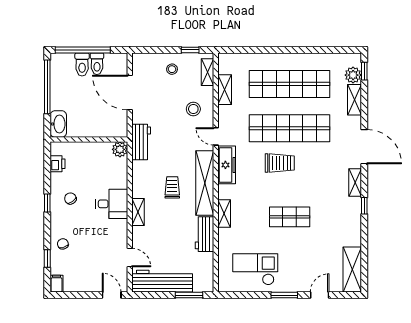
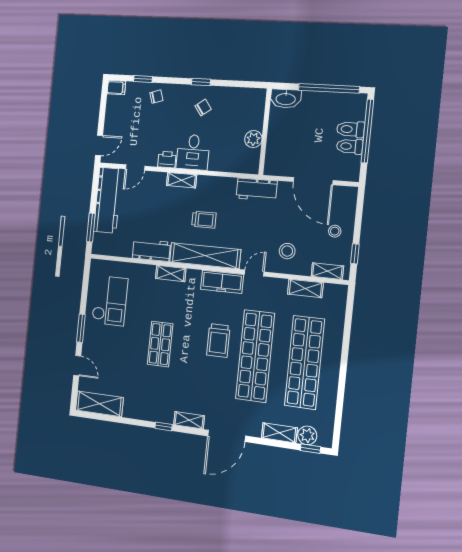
door: (130, 93) -> (313, 181), swing flipped
plant: (120, 149) -> (253, 139), moved
printer: (57, 164) -> (167, 160), moved, turned 180

